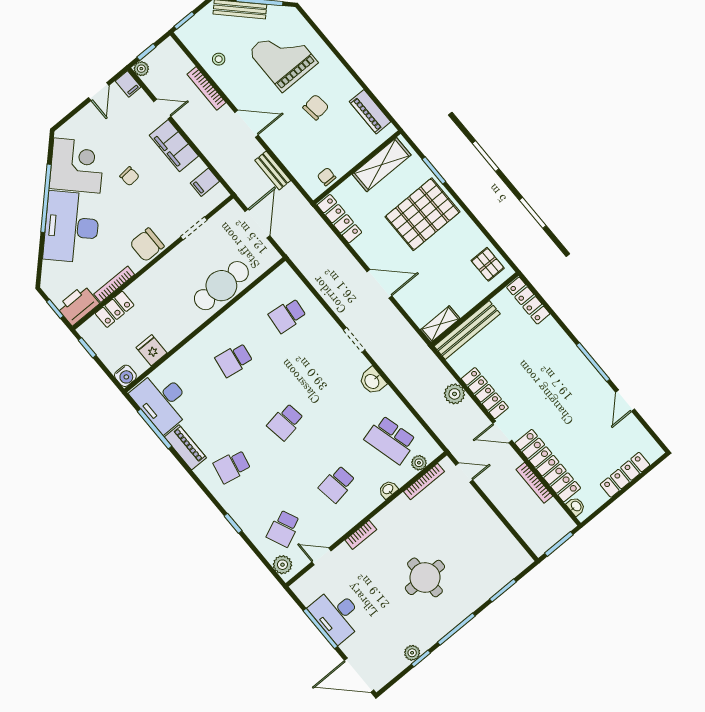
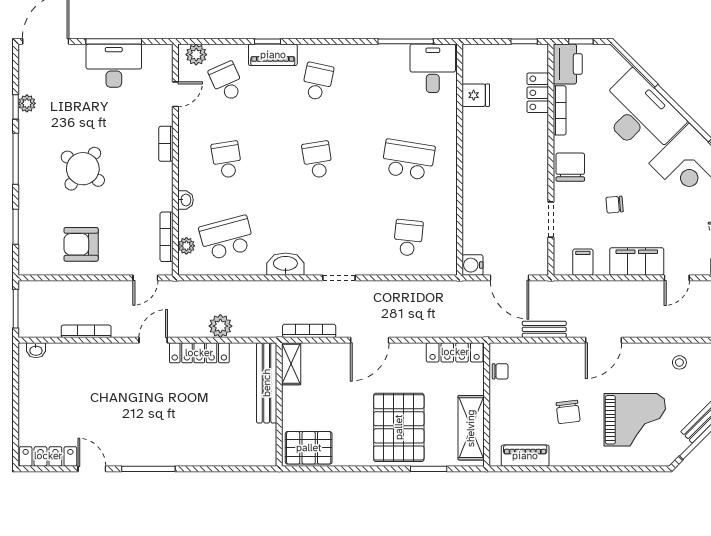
bookcase: (207, 88) -> (309, 331), moved
chair: (129, 176) -> (615, 205), moved
pallet: (488, 264) -> (309, 448), width x1.50, depth x1.42
cafe table: (221, 286) -> (482, 202), removed
locker: (528, 301) -> (248, 457), removed
school desk: (234, 360) -> (408, 160), width x1.85
water cooler: (125, 376) -> (472, 265), moved
washbasin: (372, 381) -> (285, 264), width x1.38
desk: (162, 401) -> (433, 68), width x0.73
piano: (185, 447) -> (273, 55), moved
locker: (548, 466) -> (91, 355), removed
locker: (625, 475) -> (48, 456), moved, turned -90
armchair: (478, 536) -> (81, 244), added
round table: (425, 577) -> (83, 169), turned 37

